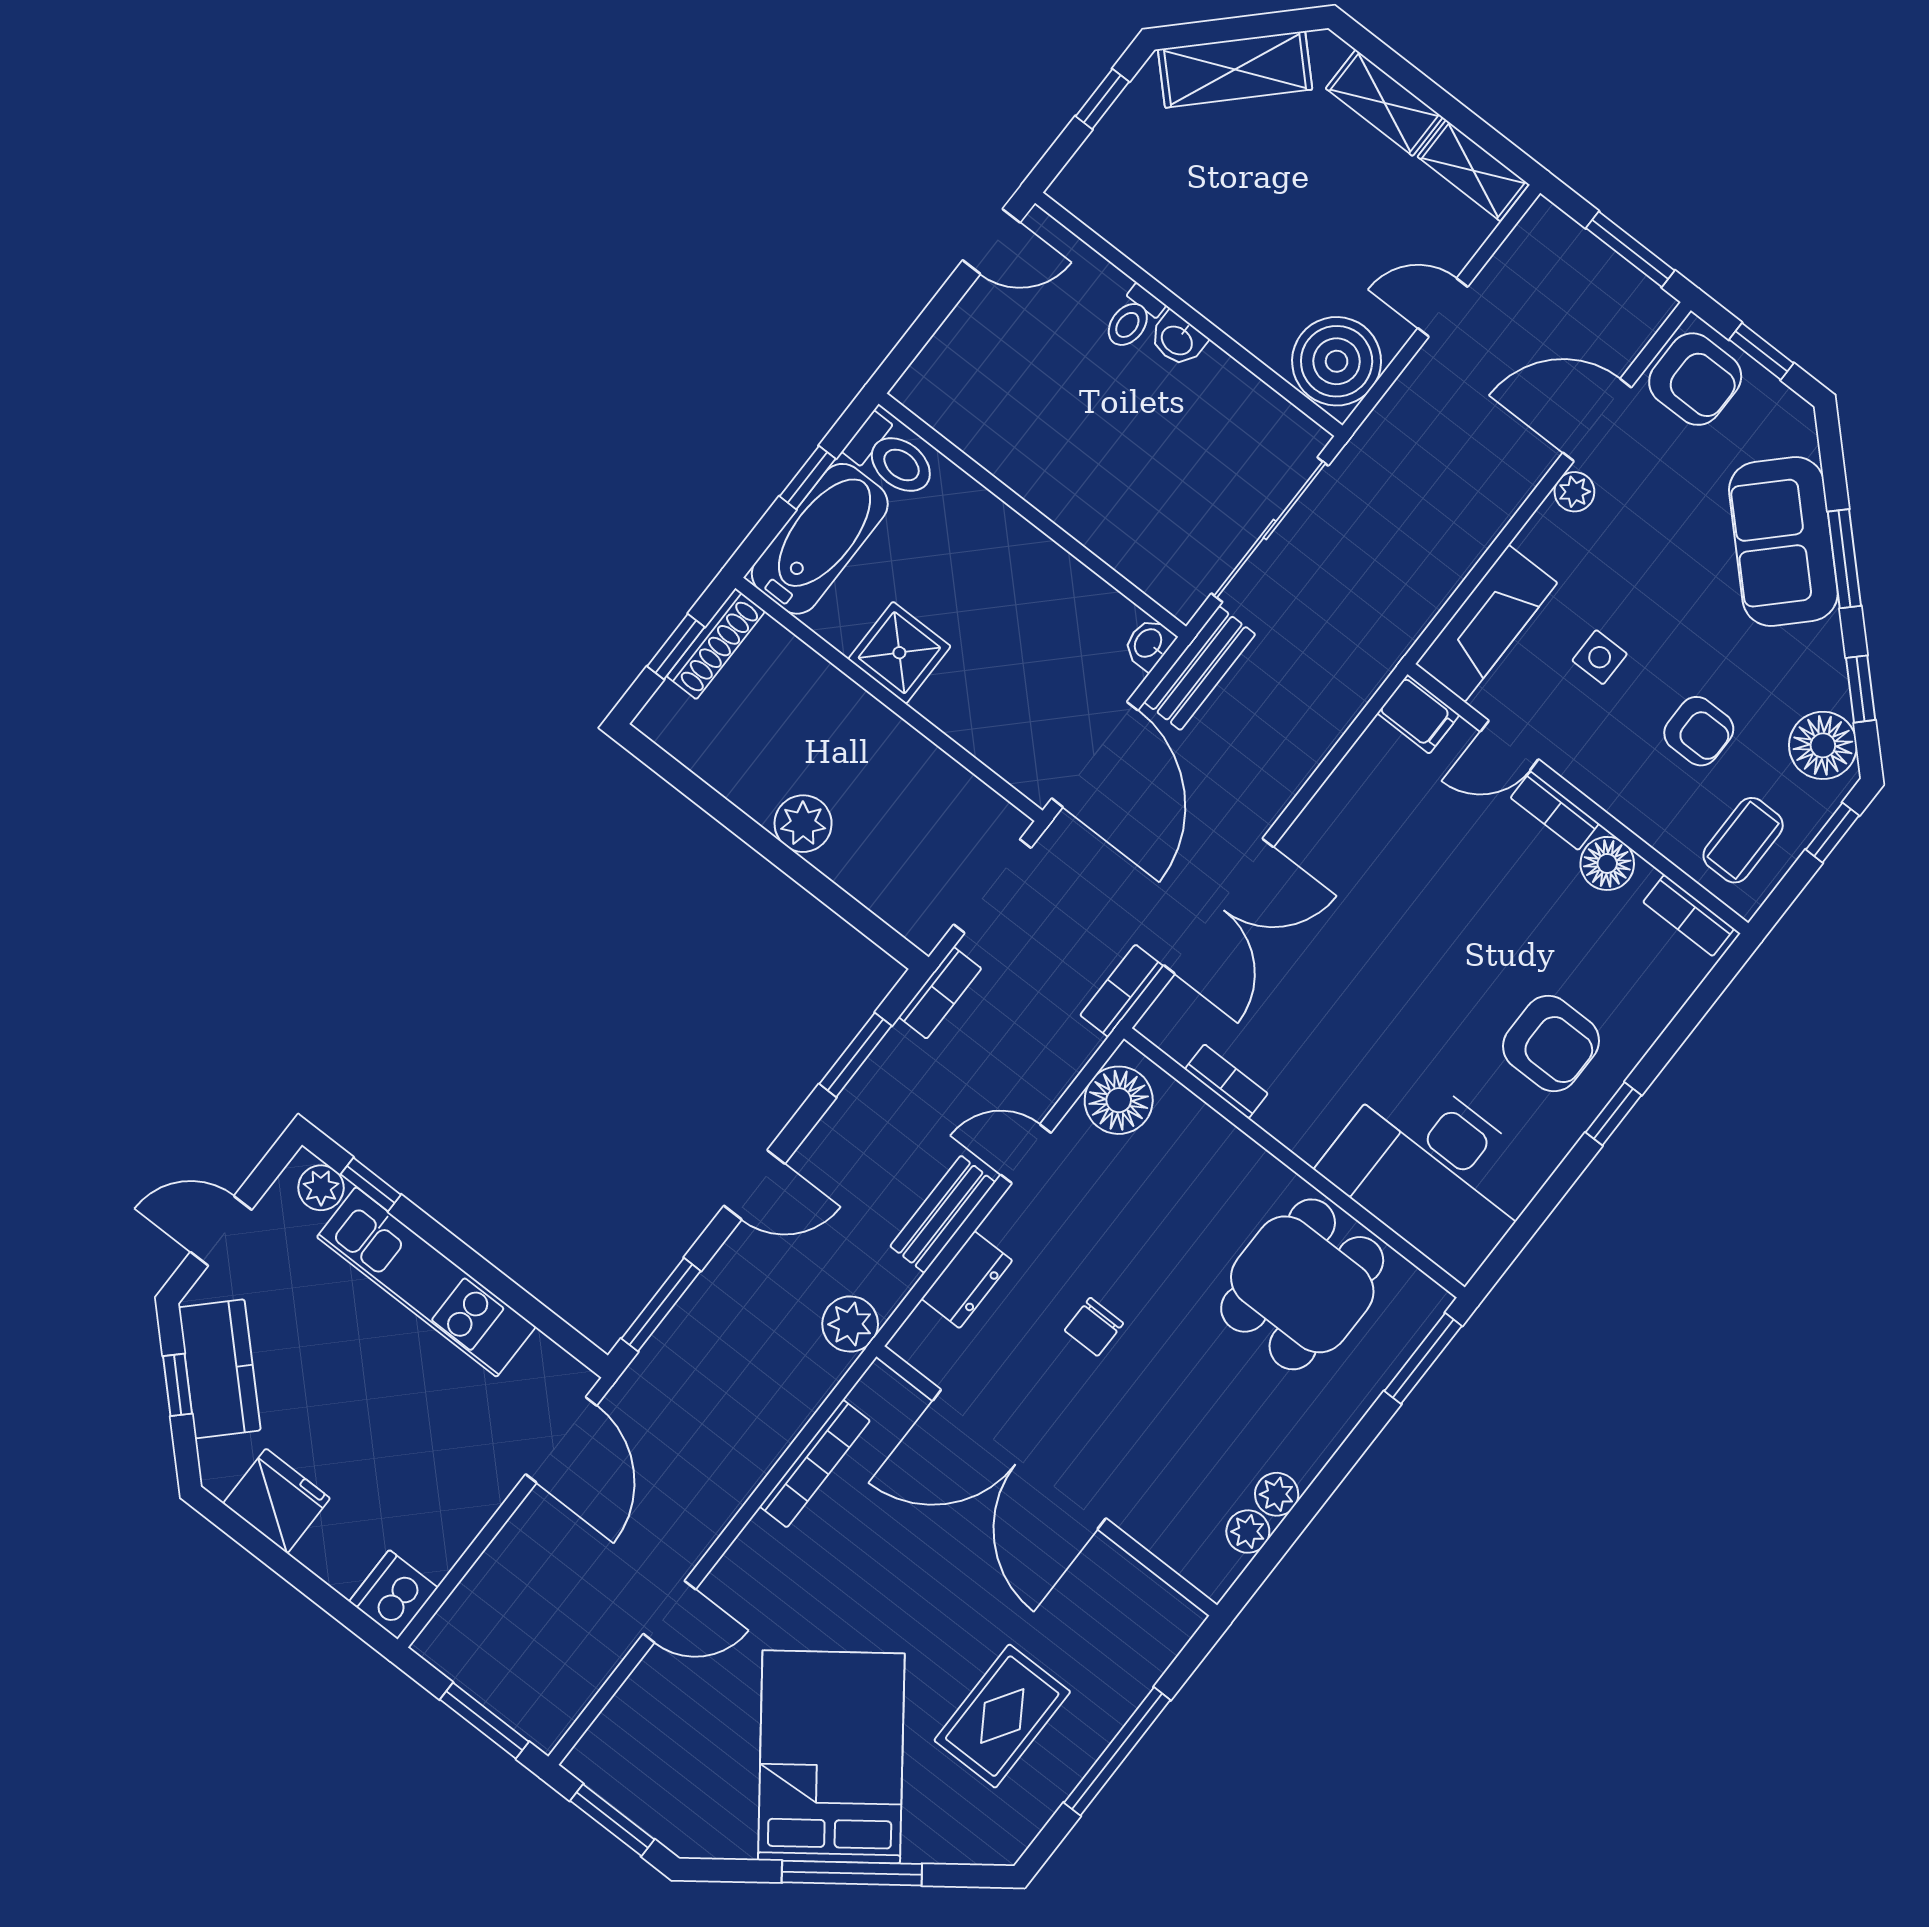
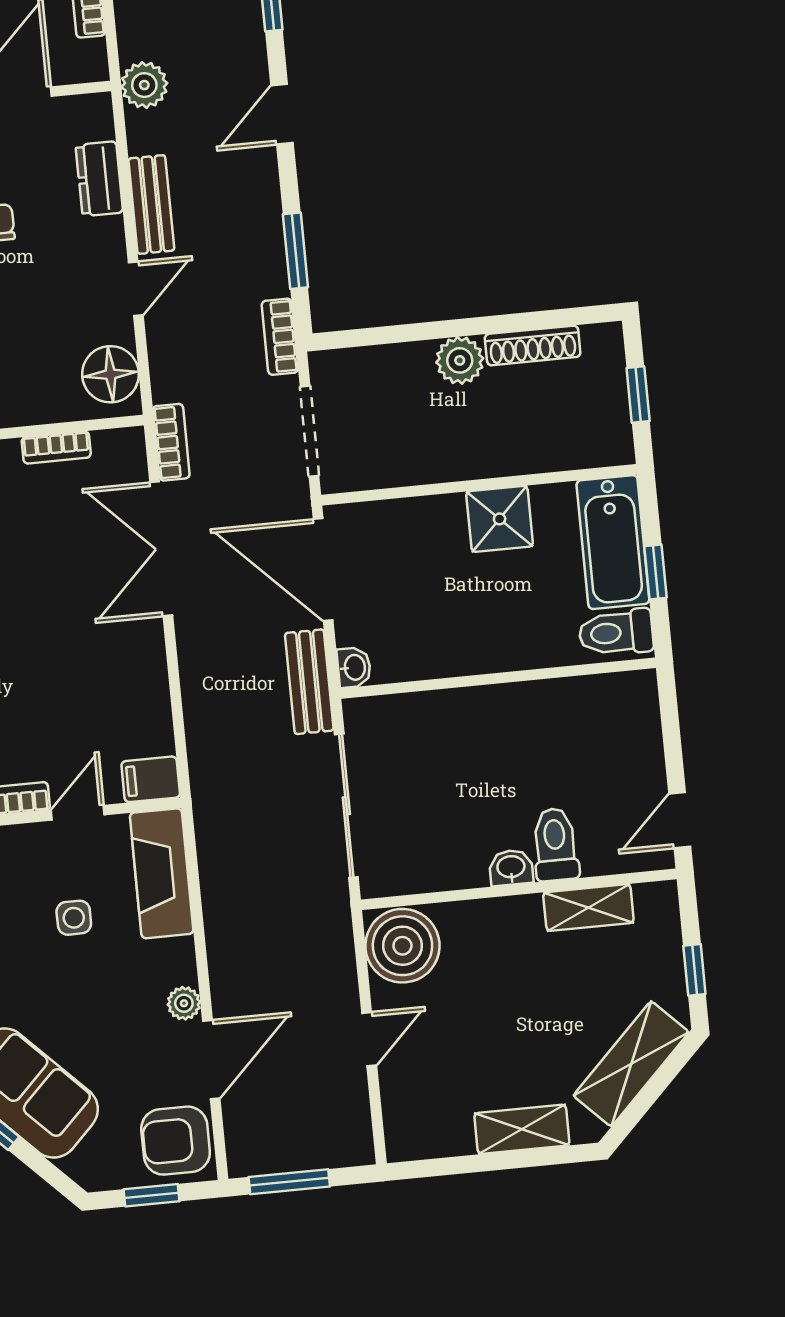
shelving: (1473, 171) -> (588, 908), moved
toilet: (1133, 318) -> (555, 844), width x1.37, depth x1.39
shoe rack: (716, 644) -> (533, 345), moved, turned -90

